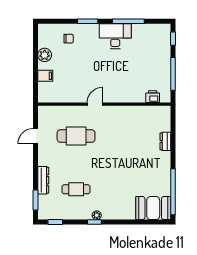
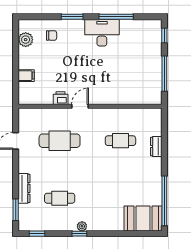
plant: (45, 55) -> (26, 40), moved
printer: (153, 97) -> (61, 98), moved
cafe table: (132, 136) -> (120, 141), added

